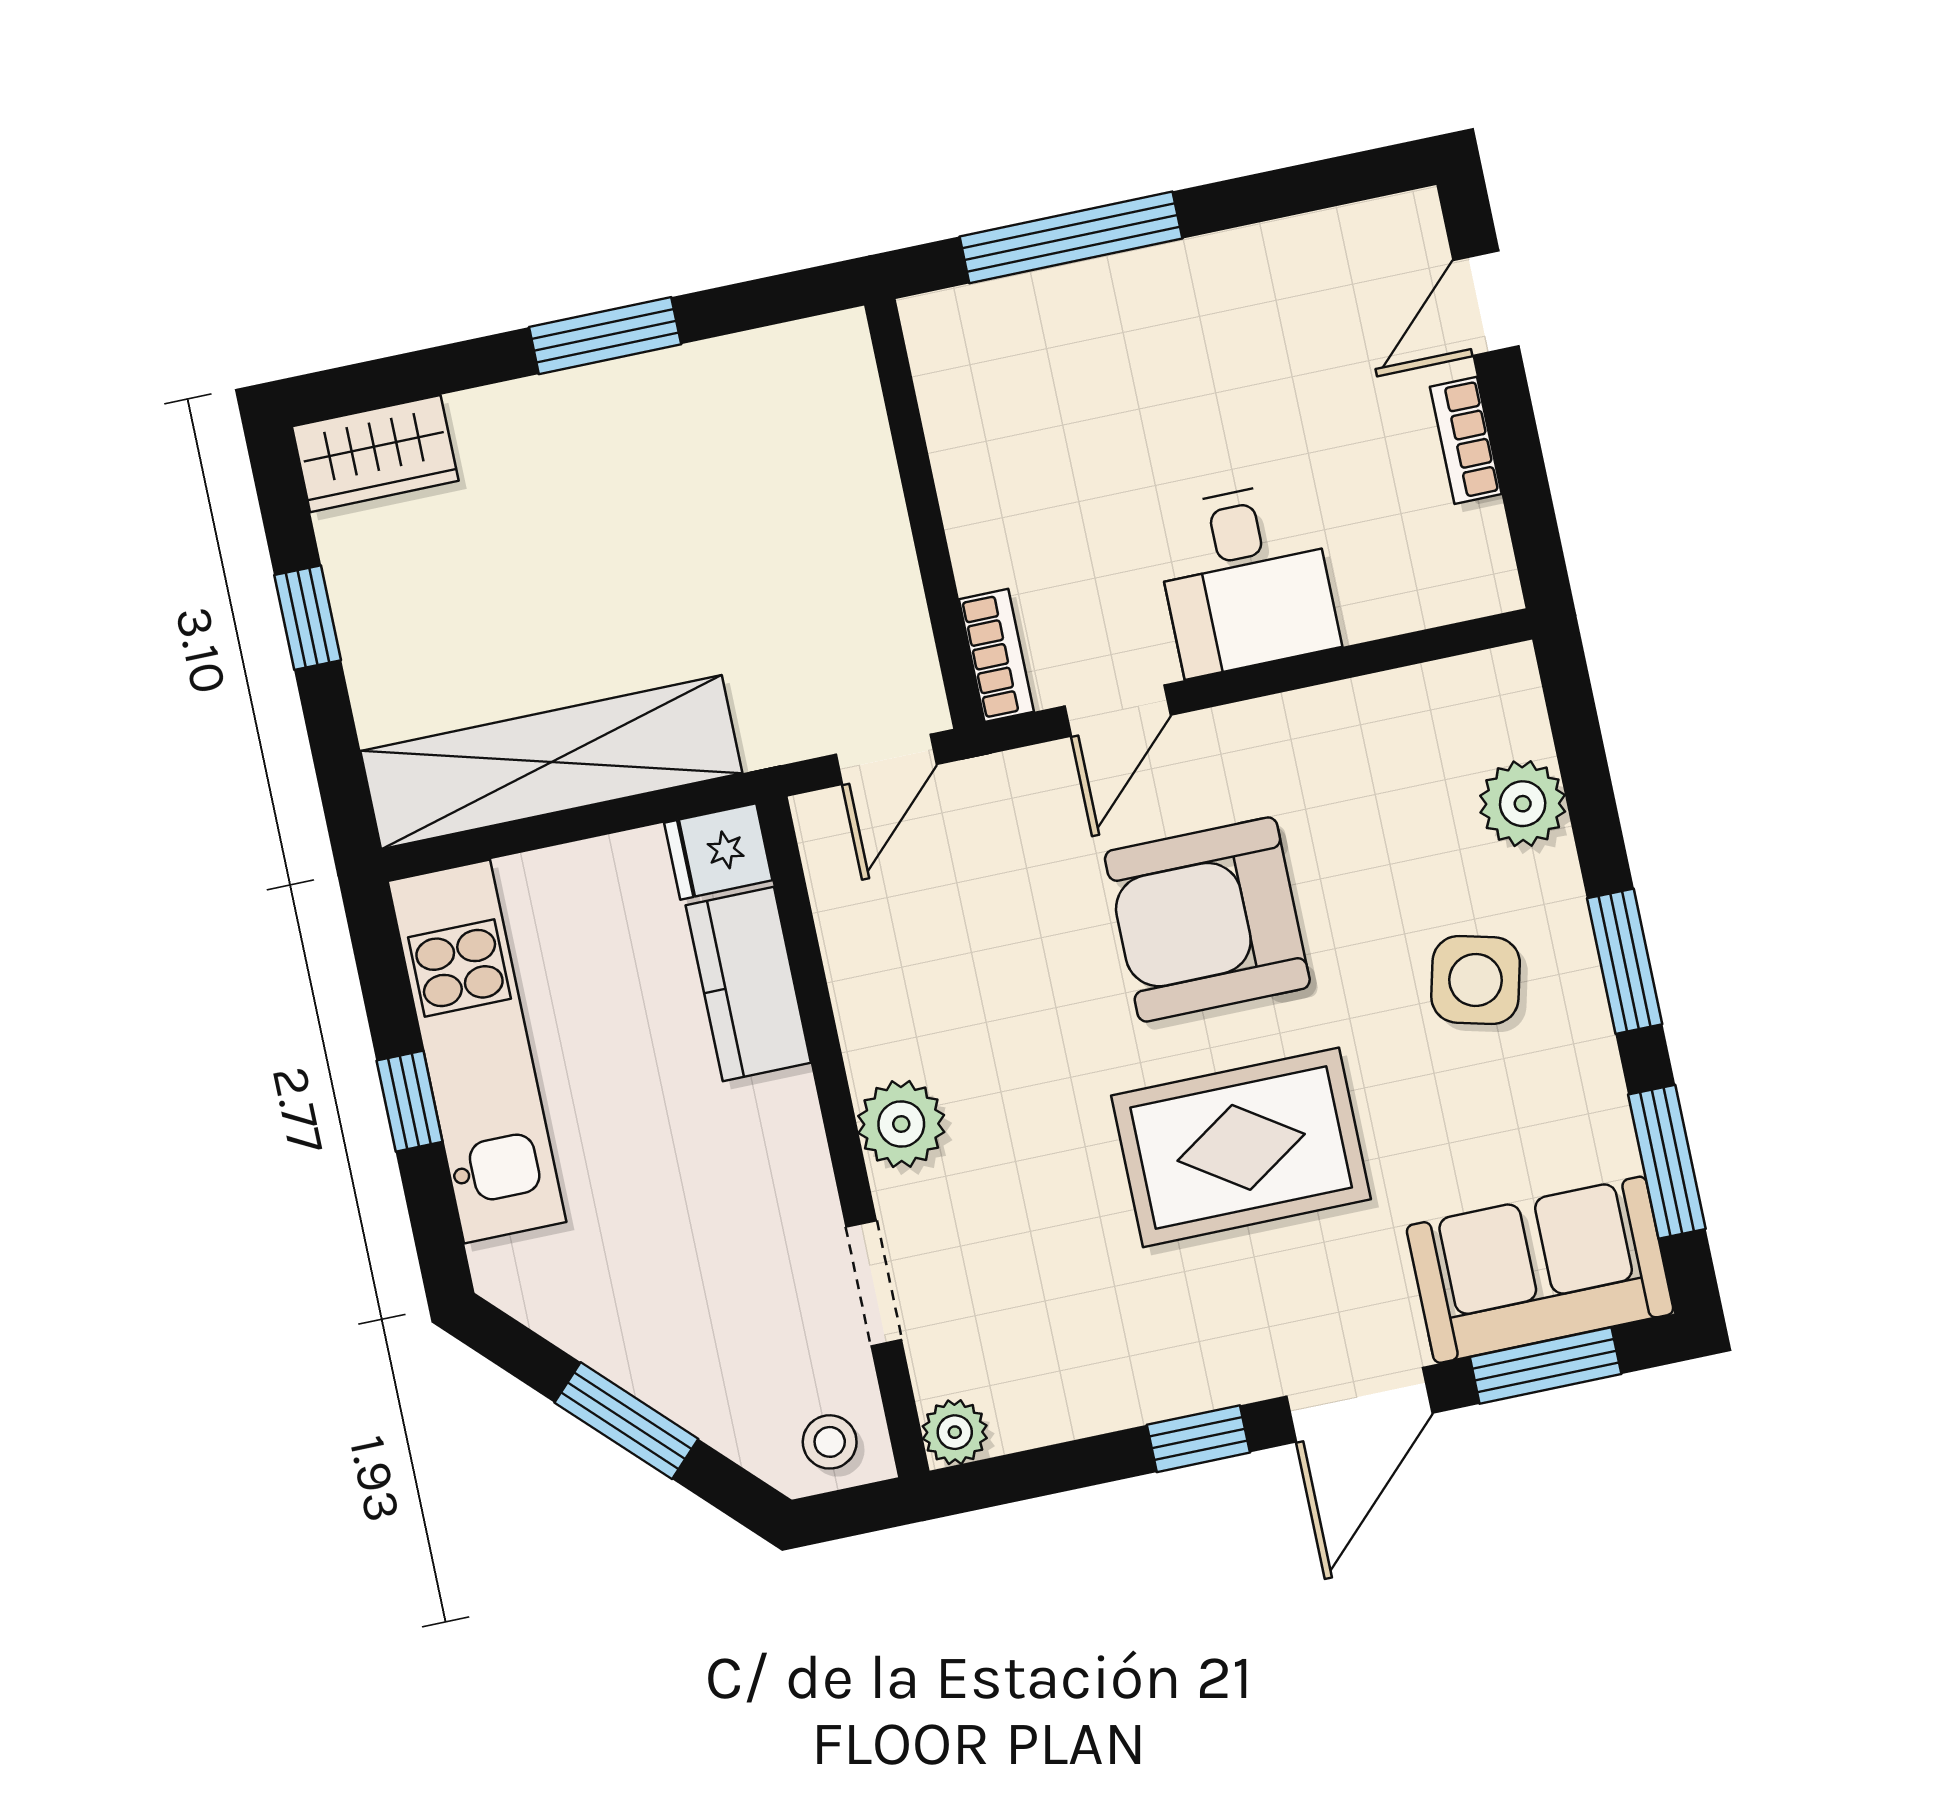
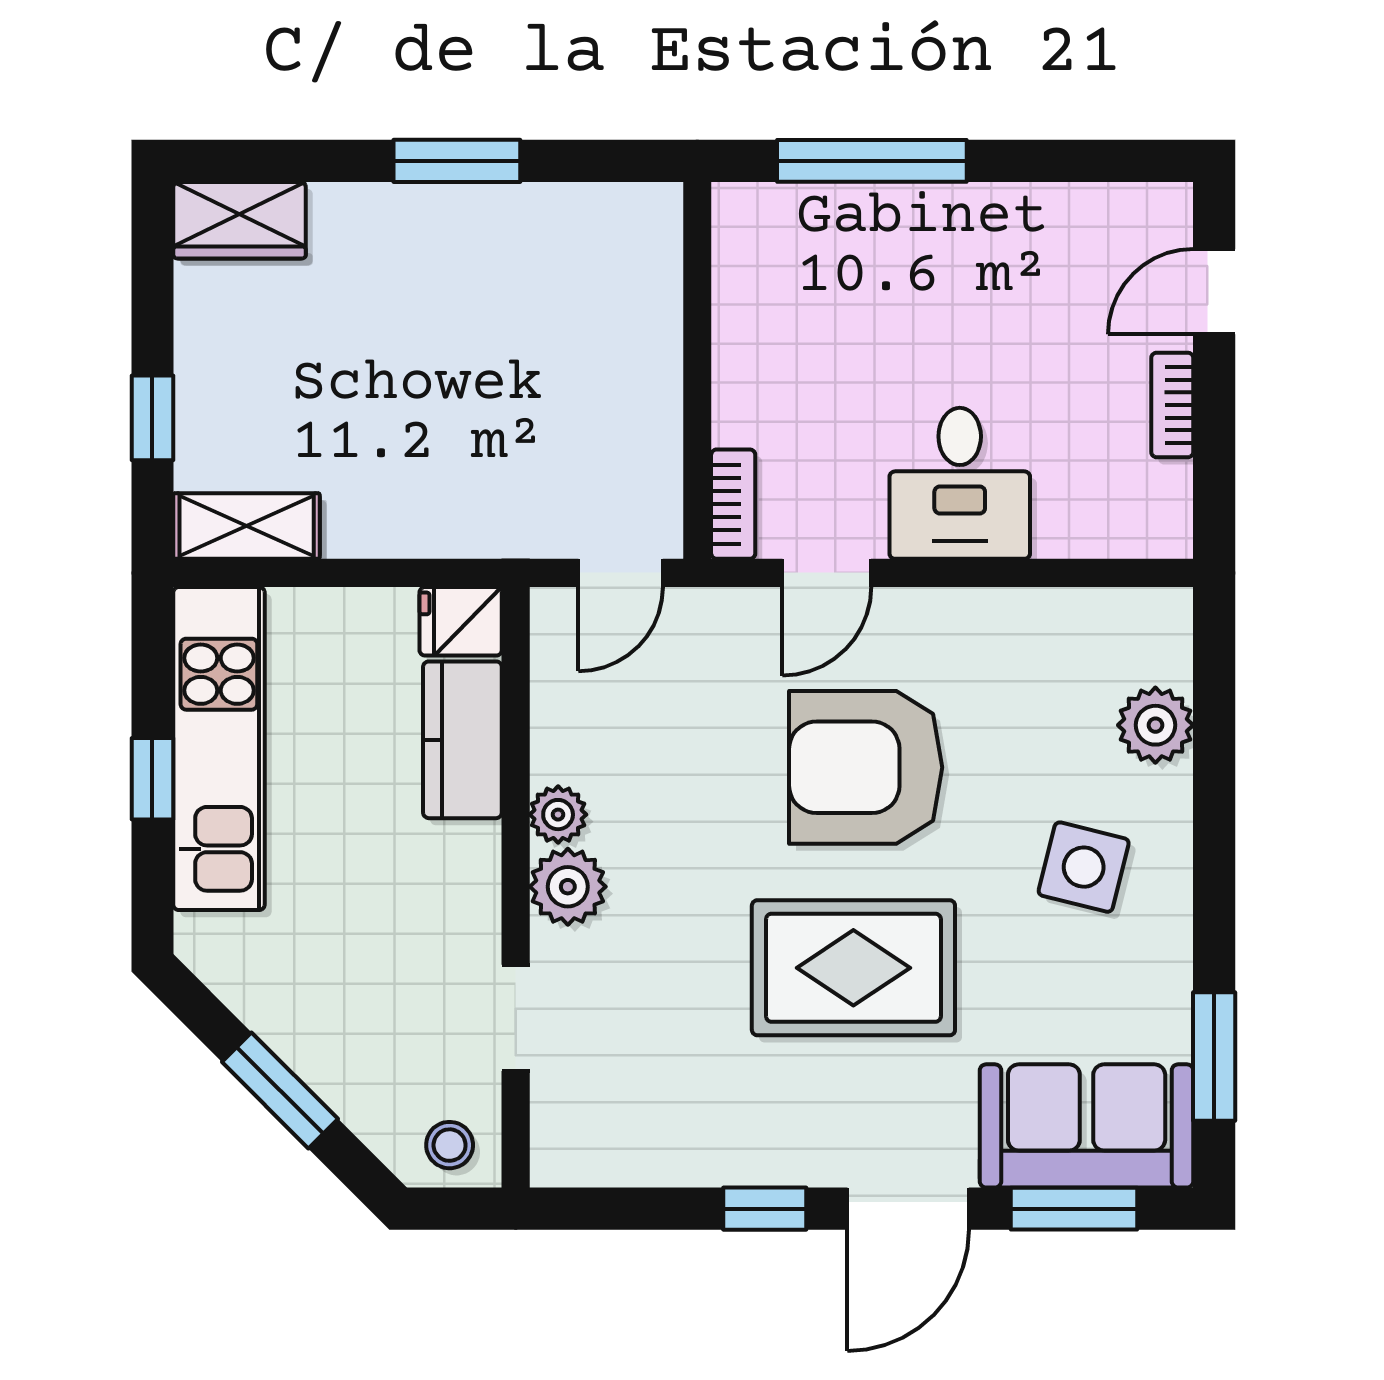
window: (308, 618) -> (152, 418), moved
shelving: (551, 762) -> (247, 526), width x0.45, depth x0.75
window: (1625, 961) -> (1214, 878), removed
plant: (955, 1432) -> (558, 815), moved

